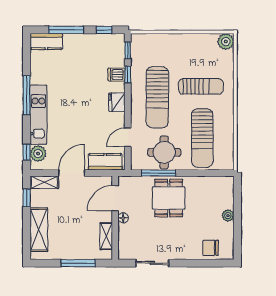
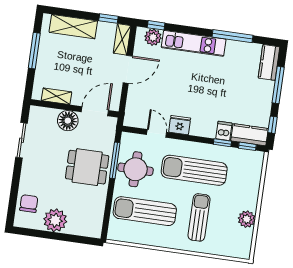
plant: (226, 41) -> (247, 219), moved
sun lounger: (201, 86) -> (199, 217), turned 180
window: (27, 95) -> (233, 36), moved
fridge: (117, 102) -> (180, 125), moved
kitchen counter: (105, 162) -> (250, 135), moved, turned -90
door: (72, 173) -> (128, 69), hinge flipped
door: (115, 198) -> (95, 111), hinge flipped
plant: (228, 216) -> (55, 220), width x1.88, depth x1.88
floor lamp: (123, 218) -> (68, 121), width x1.89, depth x1.89
window: (78, 263) -> (34, 51), moved

